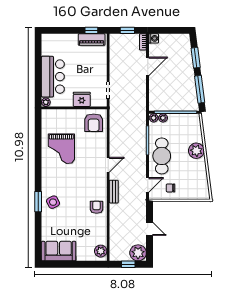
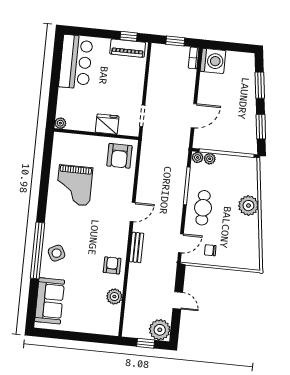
washing machine: (154, 38) -> (213, 61), width x1.89, depth x1.89
door: (148, 66) -> (194, 116), moved
bar counter: (53, 77) -> (76, 62), moved
window: (200, 89) -> (261, 127), width x0.69
cafe table: (162, 156) -> (203, 208), width x0.73, depth x0.74
window: (38, 202) -> (37, 251), width x2.11
sofa: (59, 251) -> (50, 301), moved, turned 90
plant: (101, 251) -> (114, 297), moved

